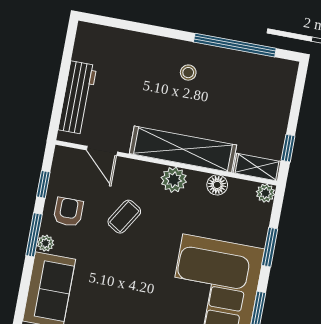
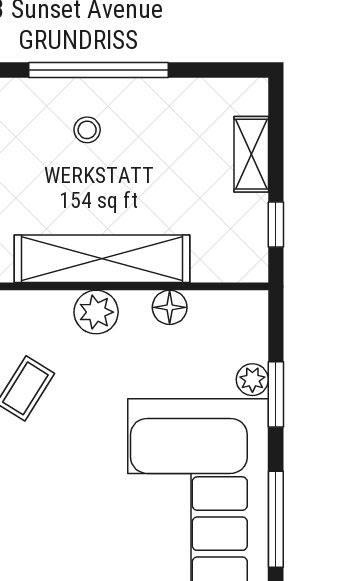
window: (235, 45) -> (99, 70), moved
shelving: (257, 167) -> (251, 154), moved, turned 90
plant: (265, 193) -> (252, 380), moved

